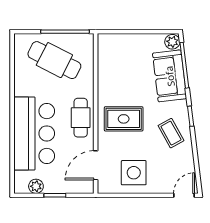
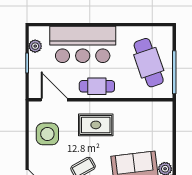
cafe table: (54, 60) -> (149, 63), turned -46
rug: (124, 119) -> (96, 125), turned 90

